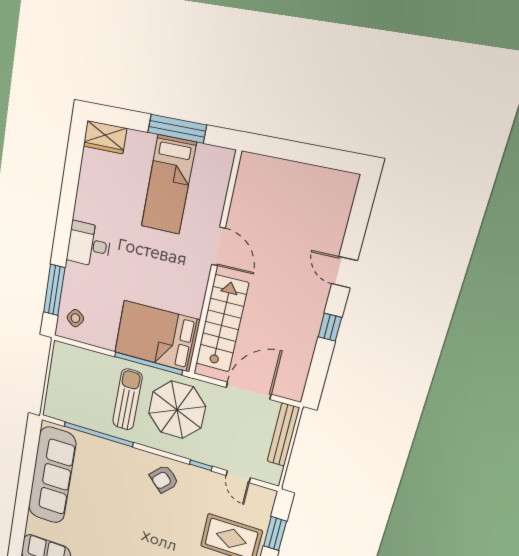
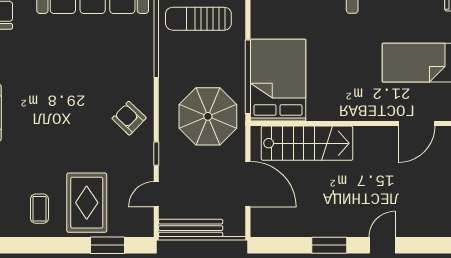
door: (218, 246) -> (417, 123), moved
window: (330, 327) -> (329, 245), width x1.50
sun lounger: (127, 399) -> (198, 19), moved, turned 180
bench: (283, 435) -> (191, 228), moved

